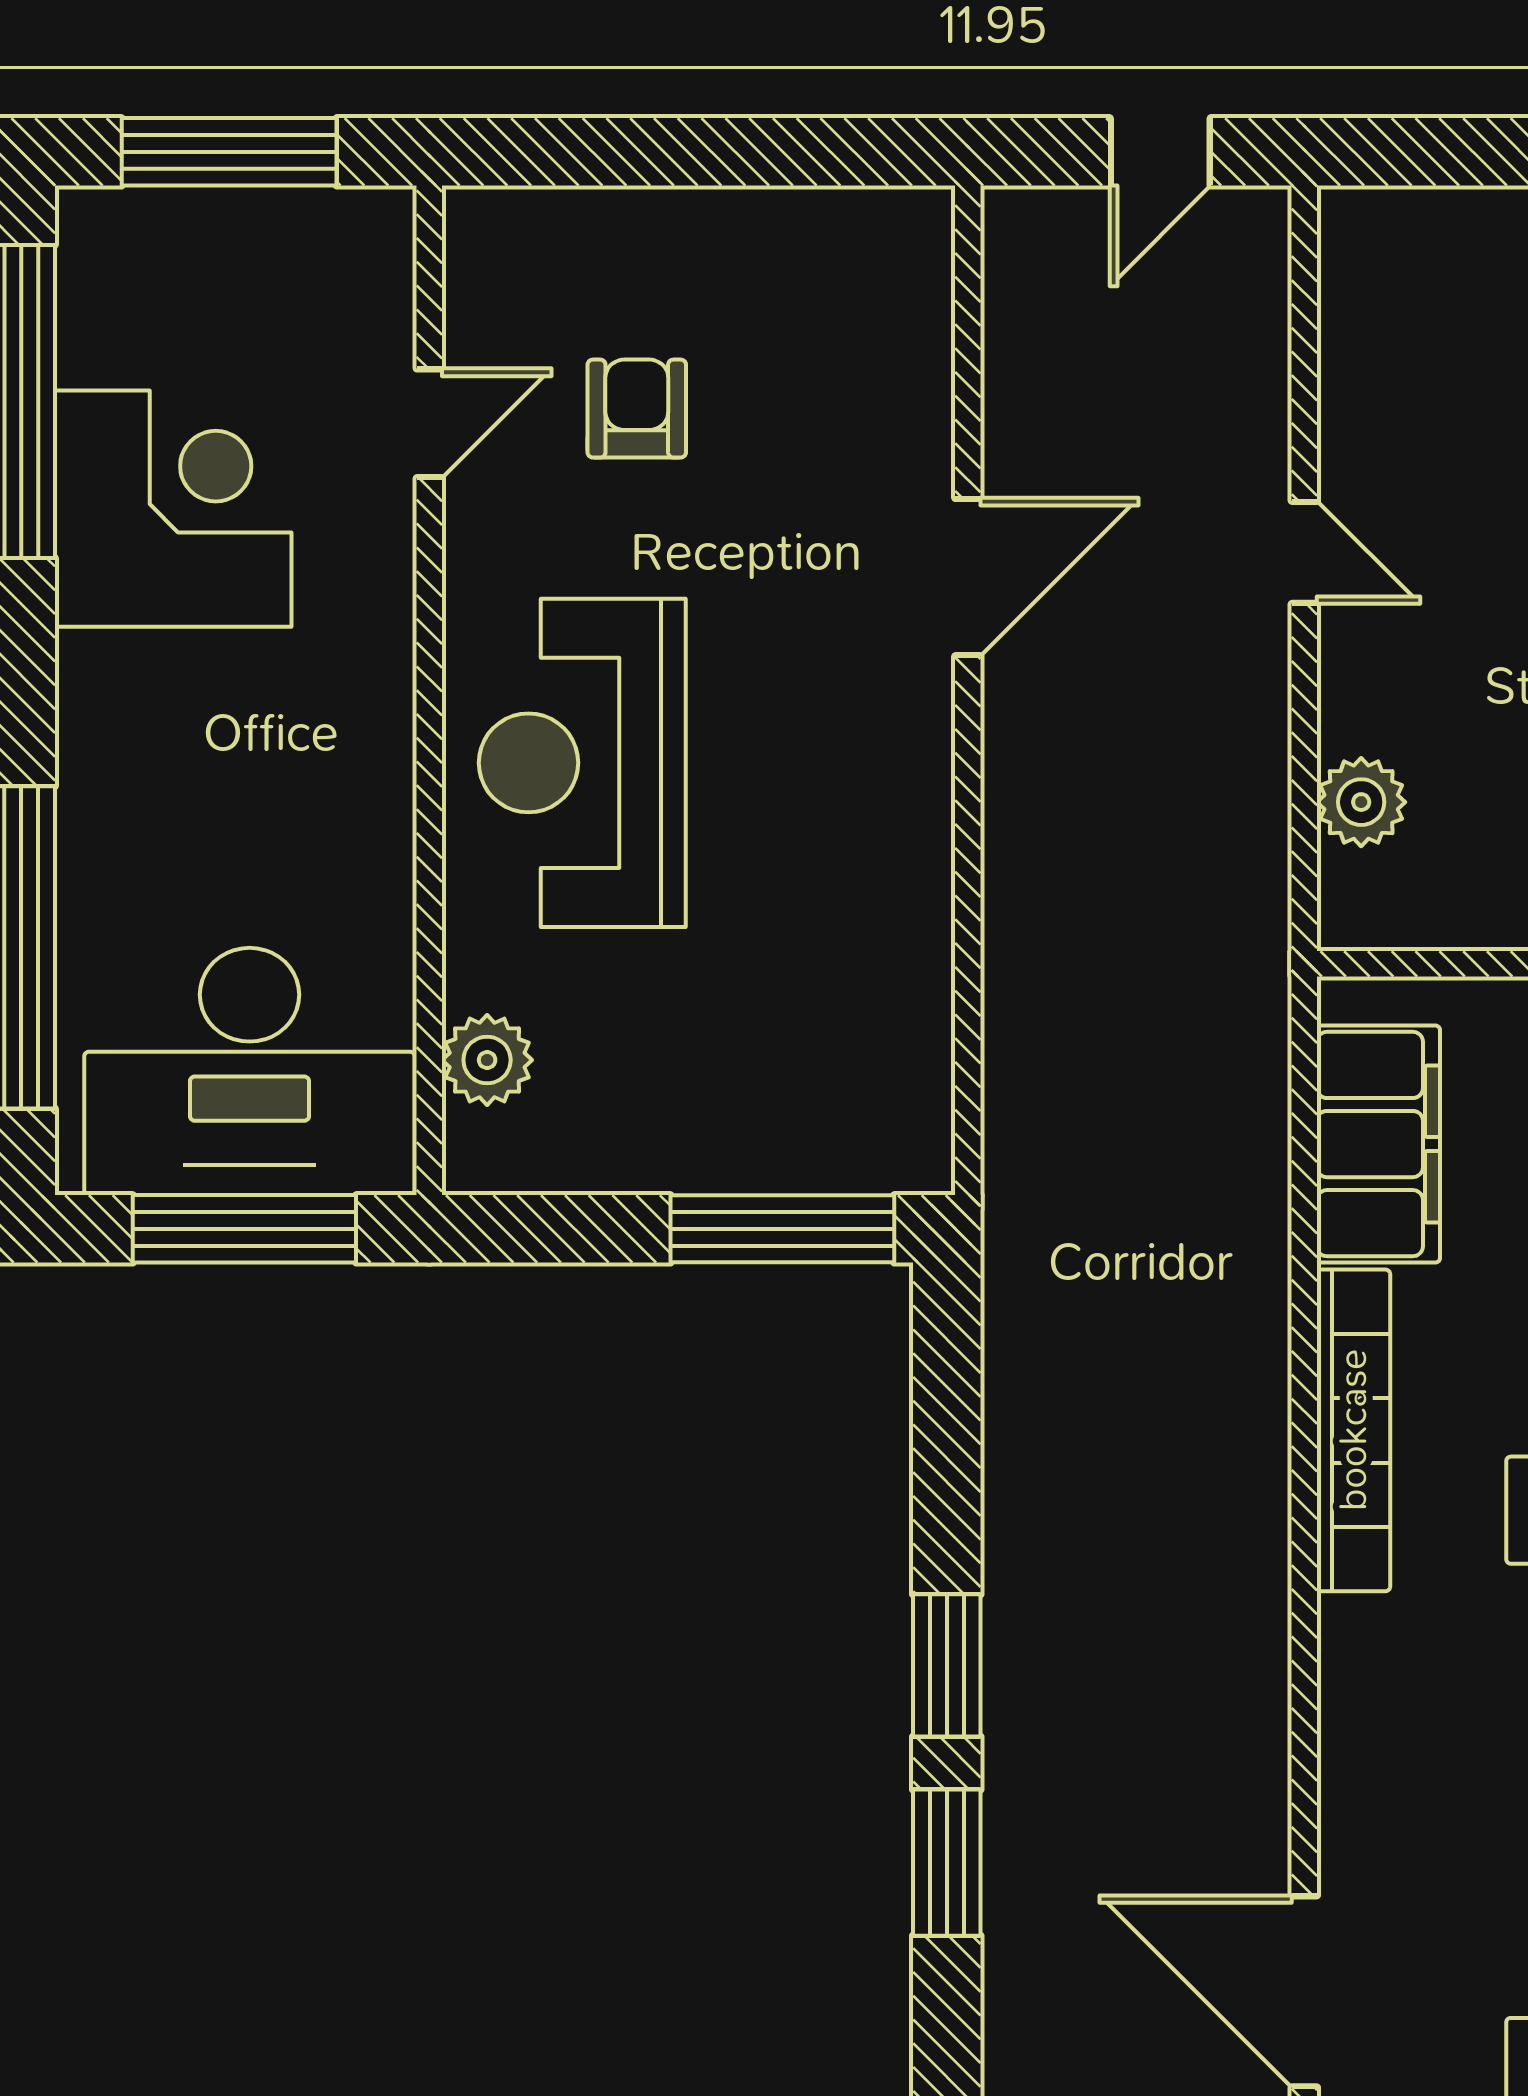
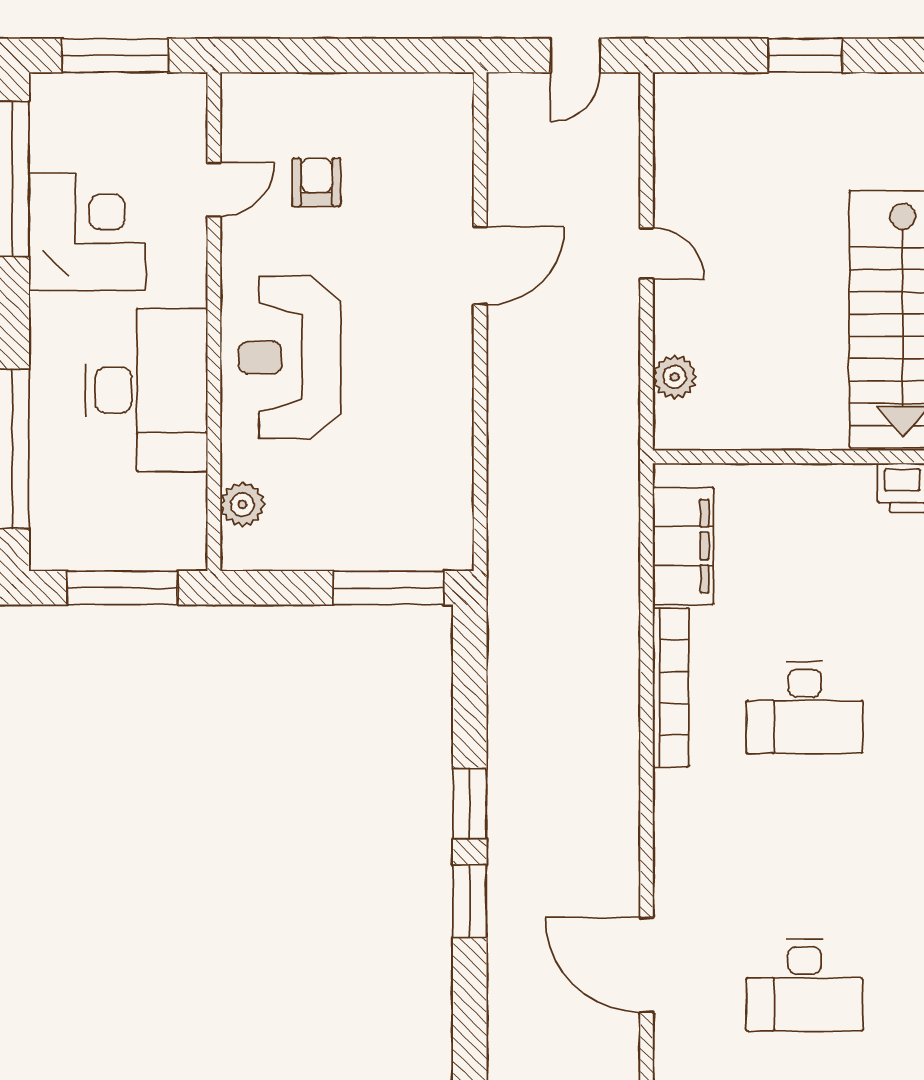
desk: (250, 1071) -> (147, 390), moved, turned -90

